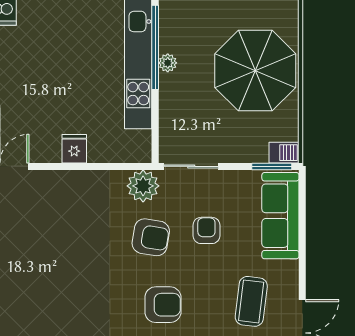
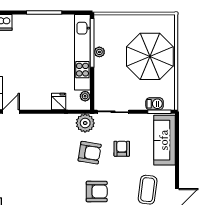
plant: (143, 140) -> (85, 96), added
fridge: (74, 149) -> (59, 102), moved
barbecue: (284, 153) -> (155, 104), moved

